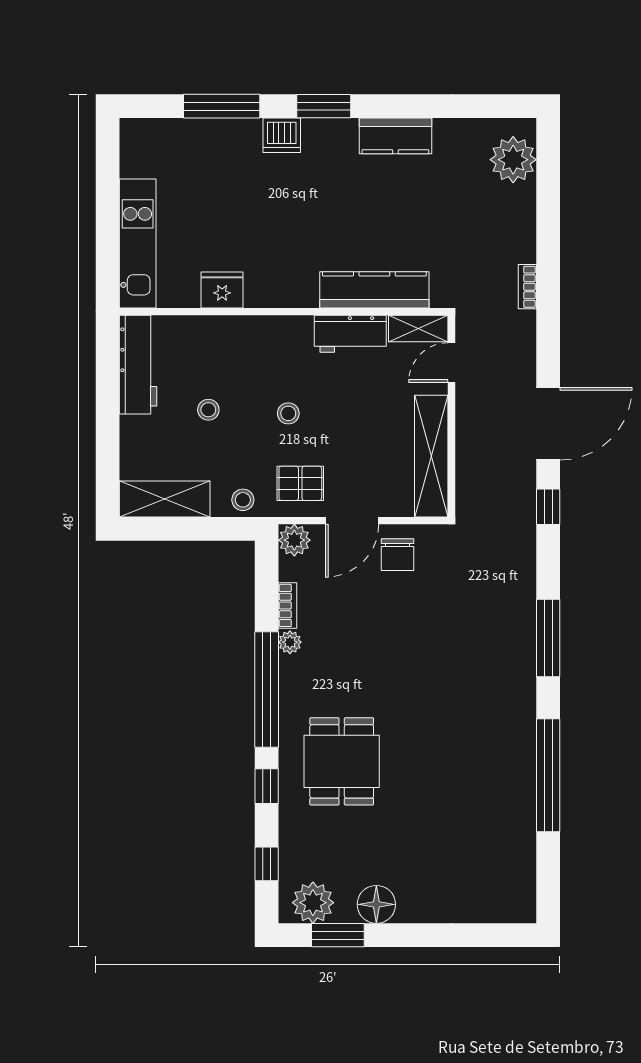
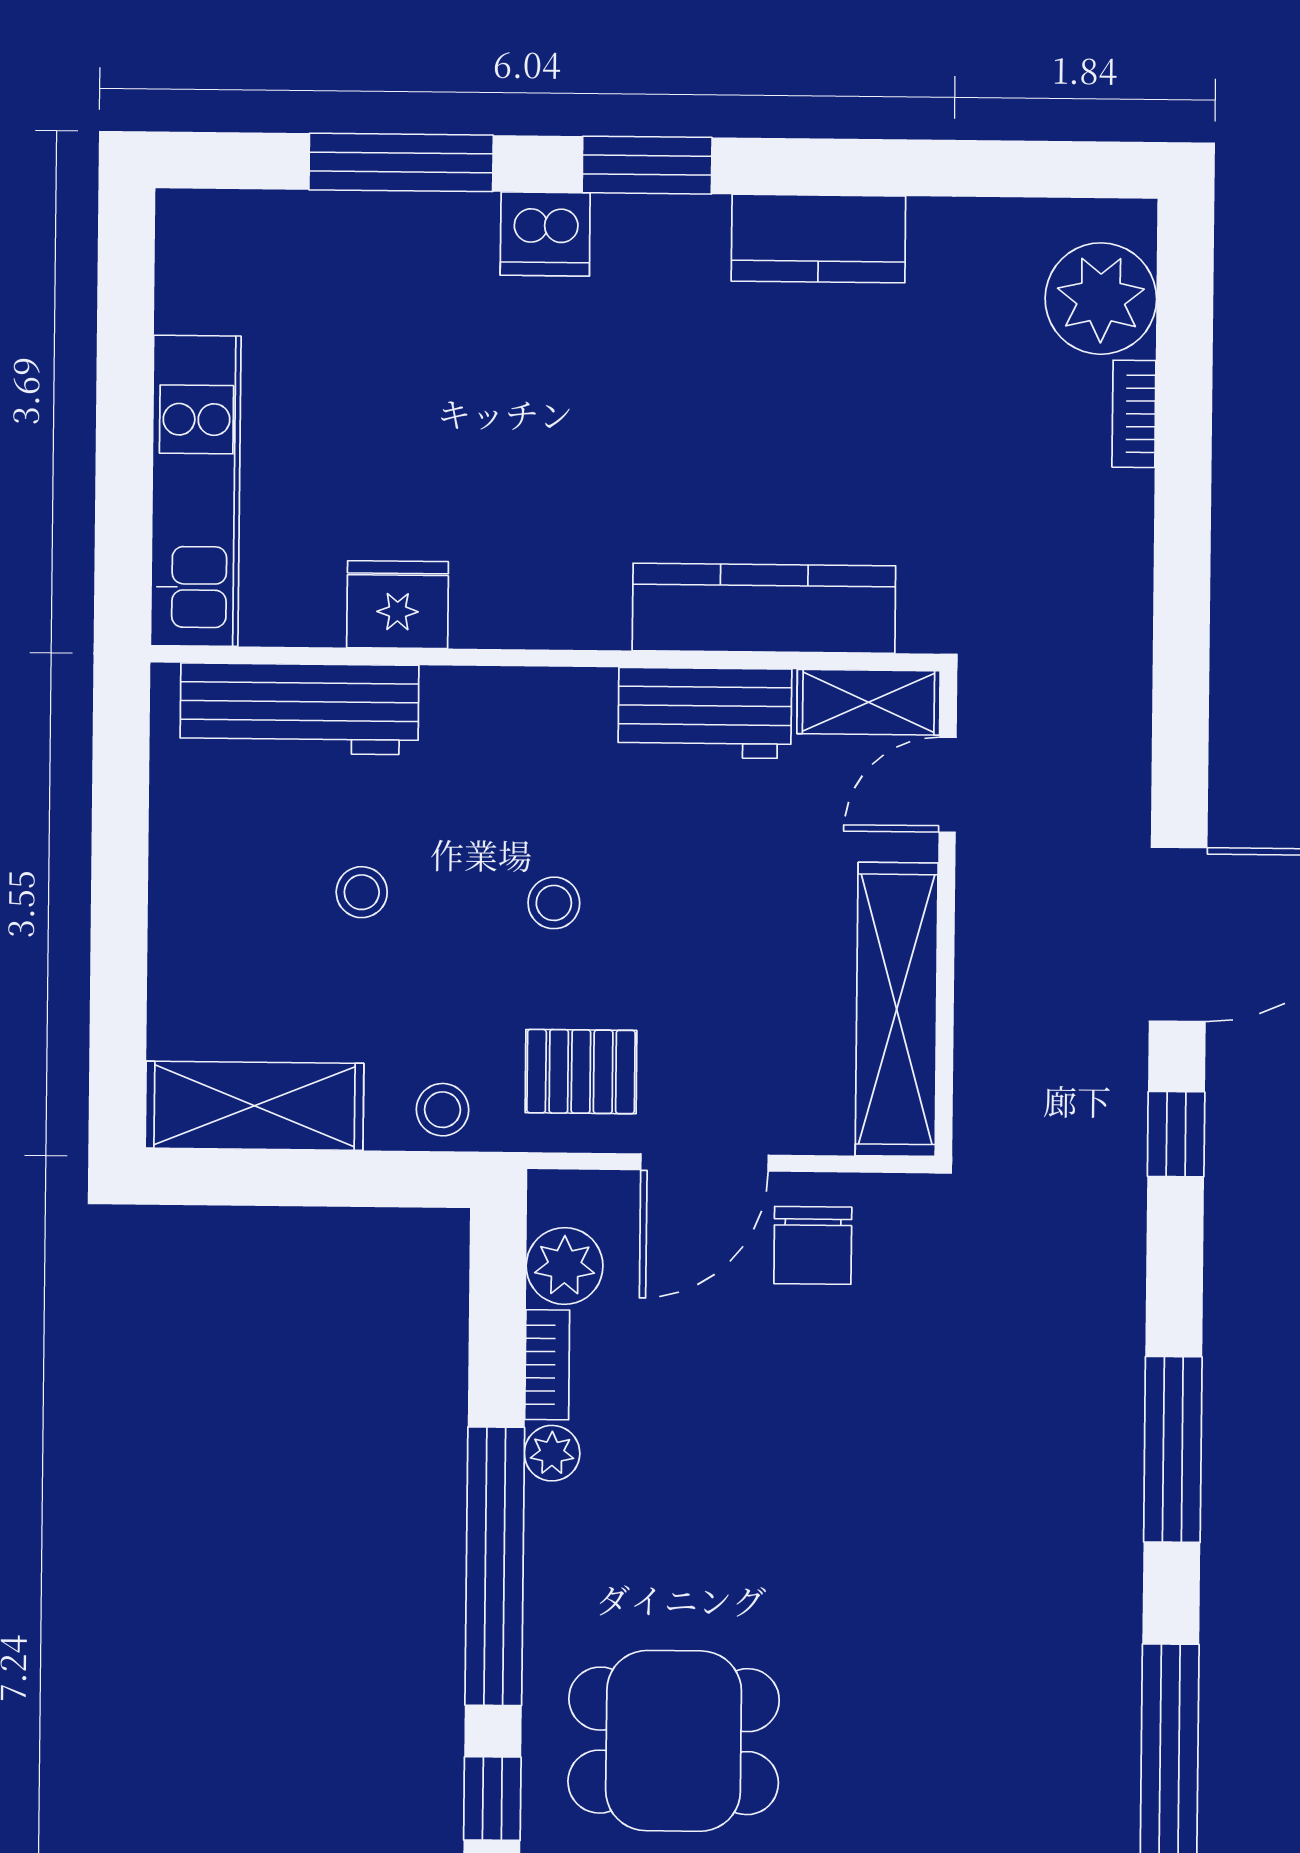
bookcase: (527, 287) -> (1134, 414), moved
workbench: (138, 365) -> (299, 709), moved, turned 90
plant: (294, 540) -> (565, 1266), moved
dining table: (342, 761) -> (674, 1741), turned 90

